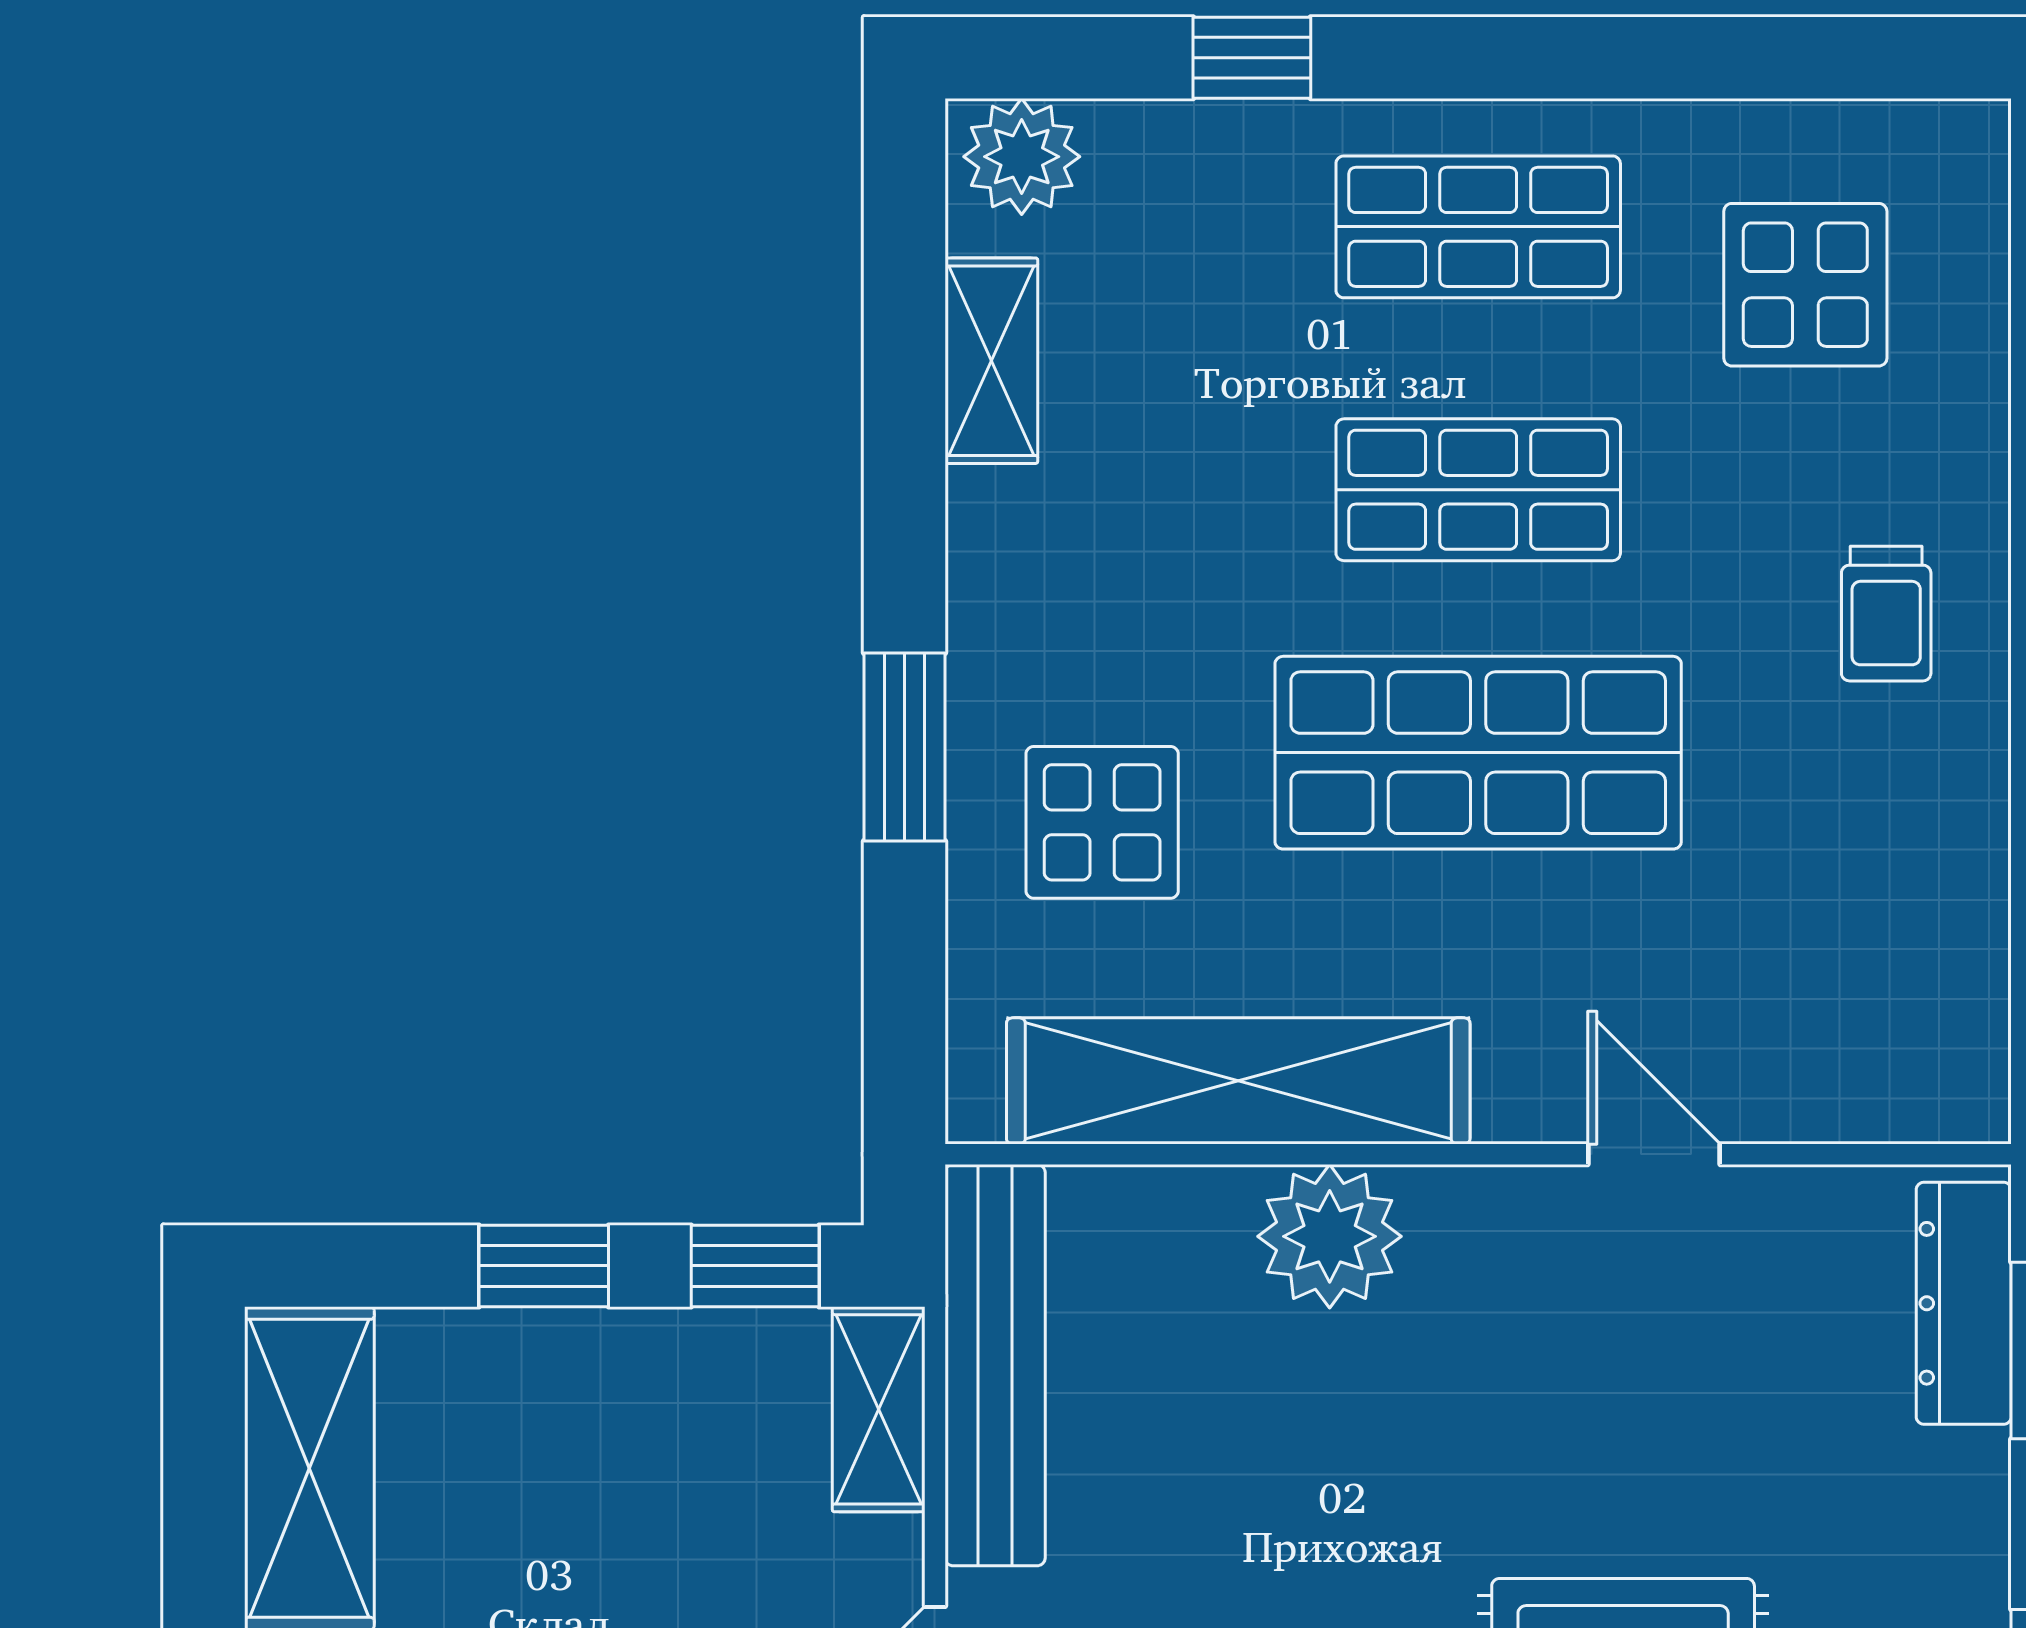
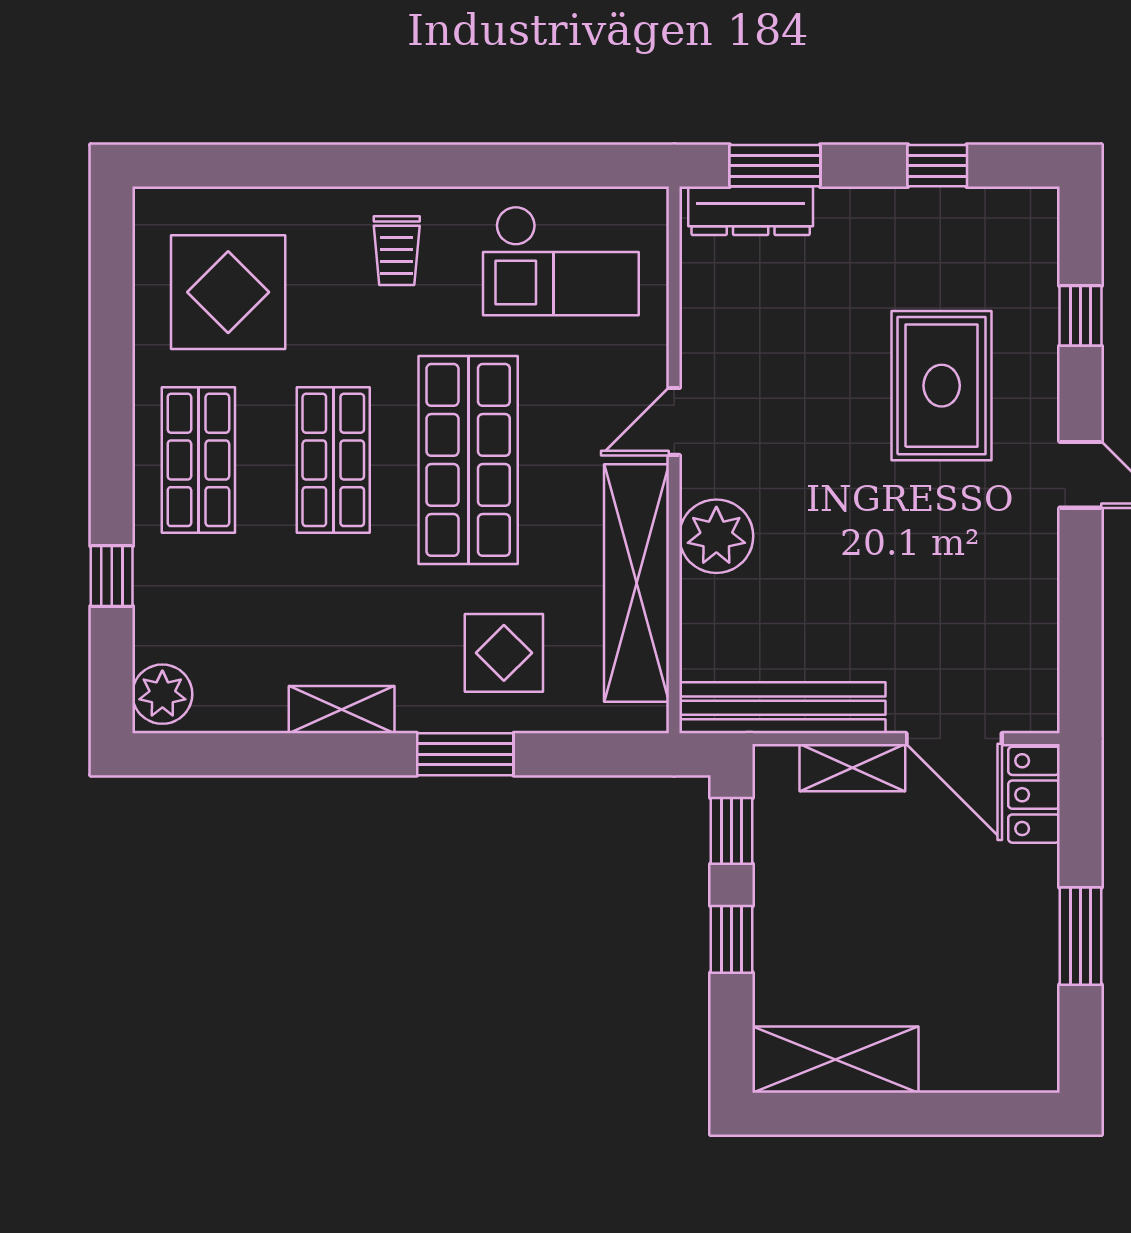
display table: (1805, 285) -> (228, 292), width x1.36, depth x1.36
shelving: (991, 361) -> (342, 710), moved
trolley: (1886, 614) -> (397, 251), turned 90
checkout: (1867, 933) -> (561, 261), added
door: (1654, 1154) -> (674, 421), moved
shelving: (879, 1409) -> (852, 768), moved

